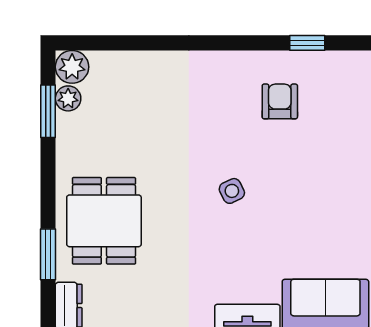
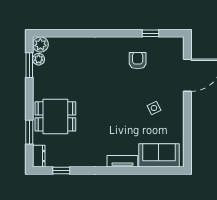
side table: (232, 191) -> (154, 108), moved
dining table: (104, 221) -> (55, 116), turned 90

